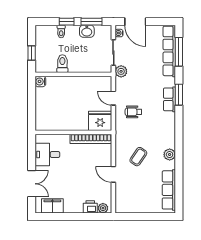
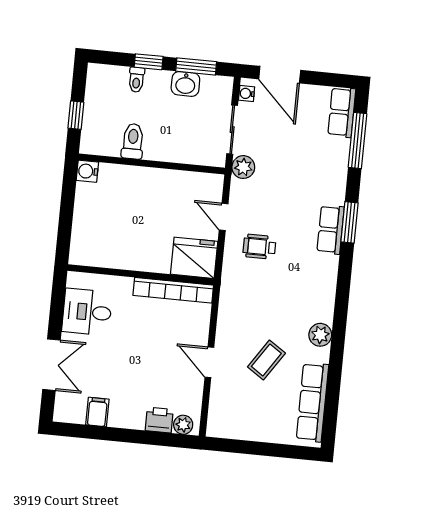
row of seats: (169, 51) -> (342, 112), width x0.50
coffee table: (138, 157) -> (266, 360), moved
filing cabinet: (52, 206) -> (97, 412), width x0.50

